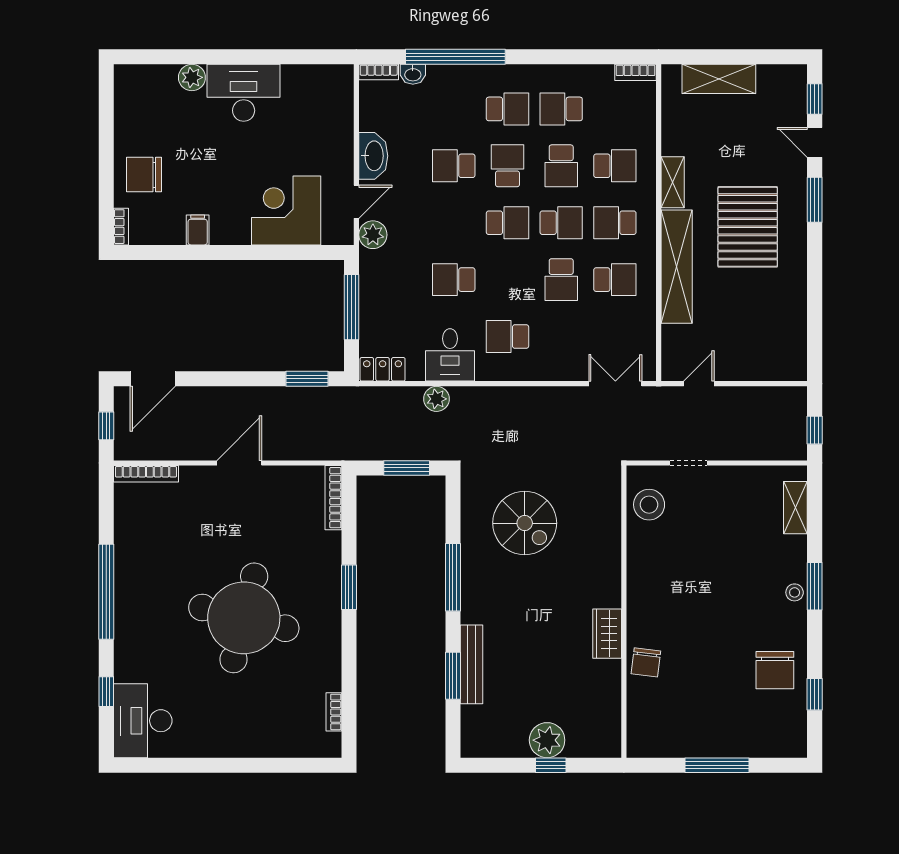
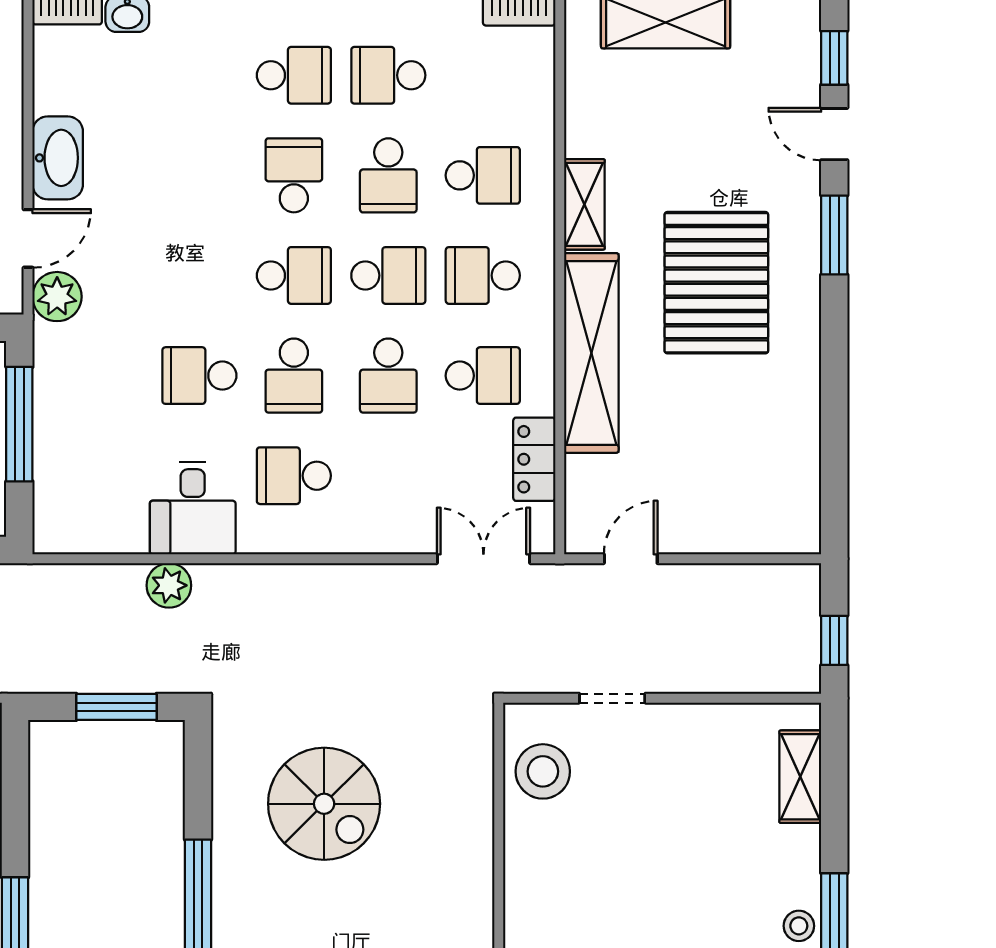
school desk: (454, 166) -> (294, 376), moved, turned -90
locker: (383, 369) -> (534, 459), moved, turned -90

